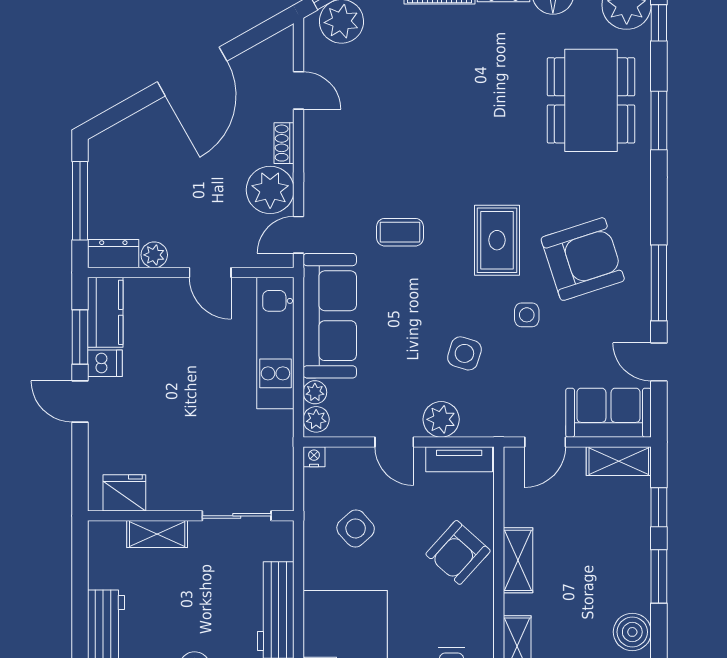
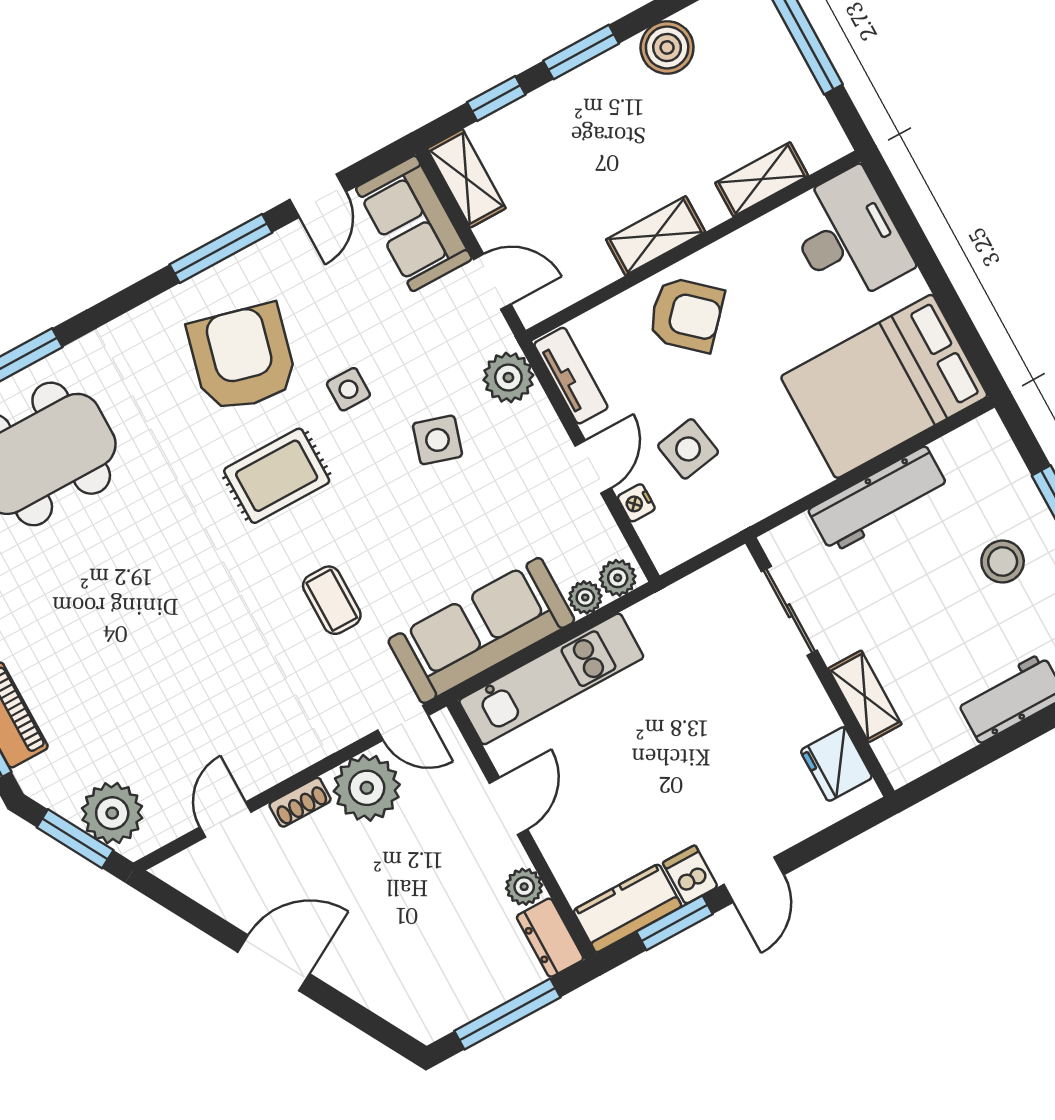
door: (192, 71) -> (274, 963), width x0.73
armchair: (583, 259) -> (242, 358), turned 32
plant: (441, 419) -> (508, 377), moved
nightstand: (314, 457) -> (636, 503), moved
side table: (356, 528) -> (688, 449), moved, turned 32

